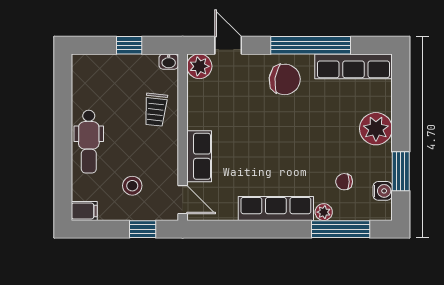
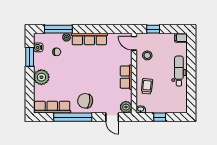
row of seats: (199, 156) -> (126, 77), moved
stool: (132, 186) -> (147, 55), moved

